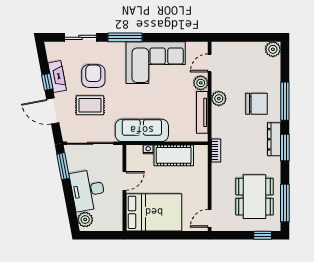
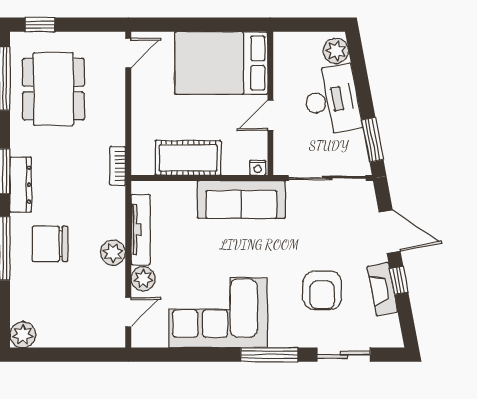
rug: (90, 105) -> (328, 241), removed
nightstand: (148, 149) -> (258, 168), moved

